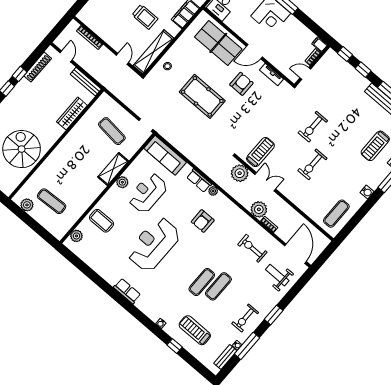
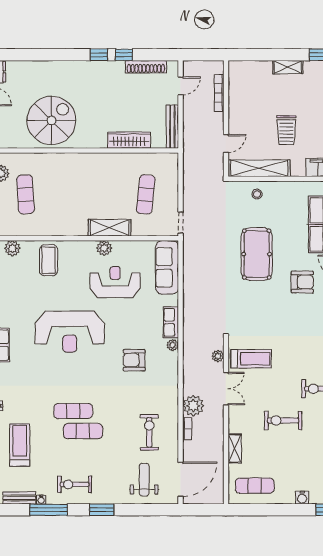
plant: (240, 173) -> (218, 356), width x0.53, depth x0.53
shelving: (305, 207) -> (235, 448), added
reception desk: (154, 244) -> (70, 332), turned 180

